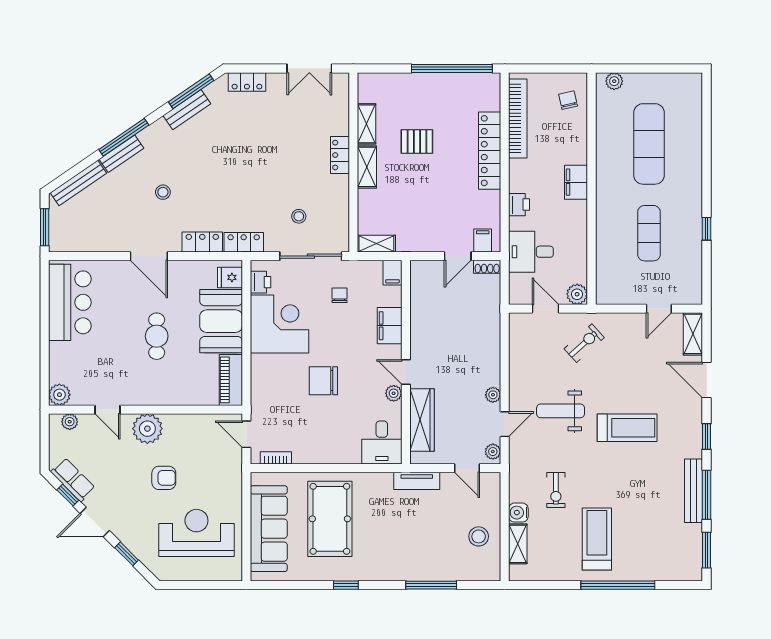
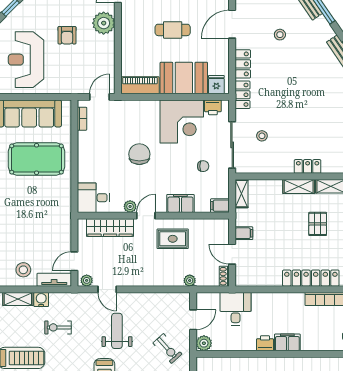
printer: (519, 205) -> (265, 343), moved, turned 180
filing cabinet: (483, 240) -> (244, 233), moved
rug: (437, 336) -> (173, 239), added
plant: (493, 395) -> (190, 281), moved
tv unit: (417, 481) -> (54, 280), moved, turned 90
reception desk: (196, 533) -> (26, 60), turned 180

